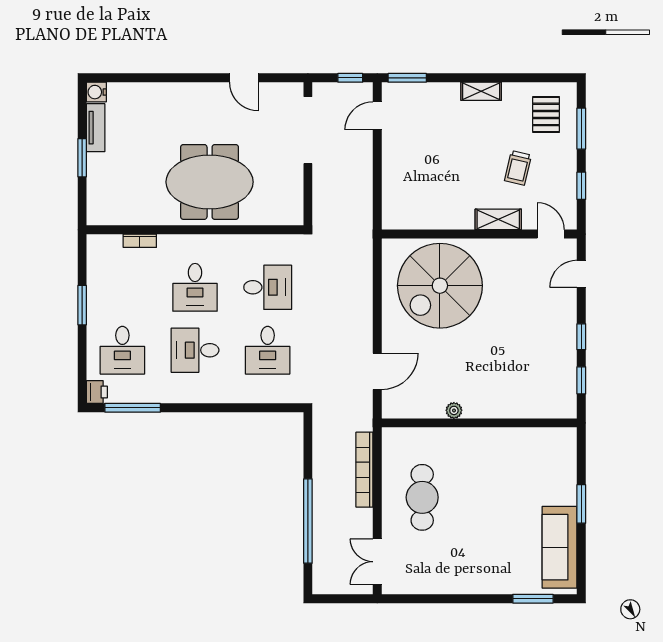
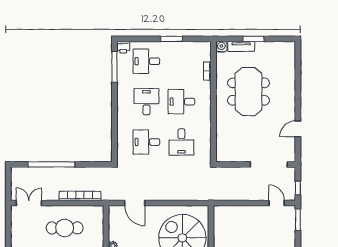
water cooler: (96, 92) -> (221, 47), moved
tv unit: (96, 128) -> (241, 46), moved
meeting table: (210, 182) -> (248, 92), moved

